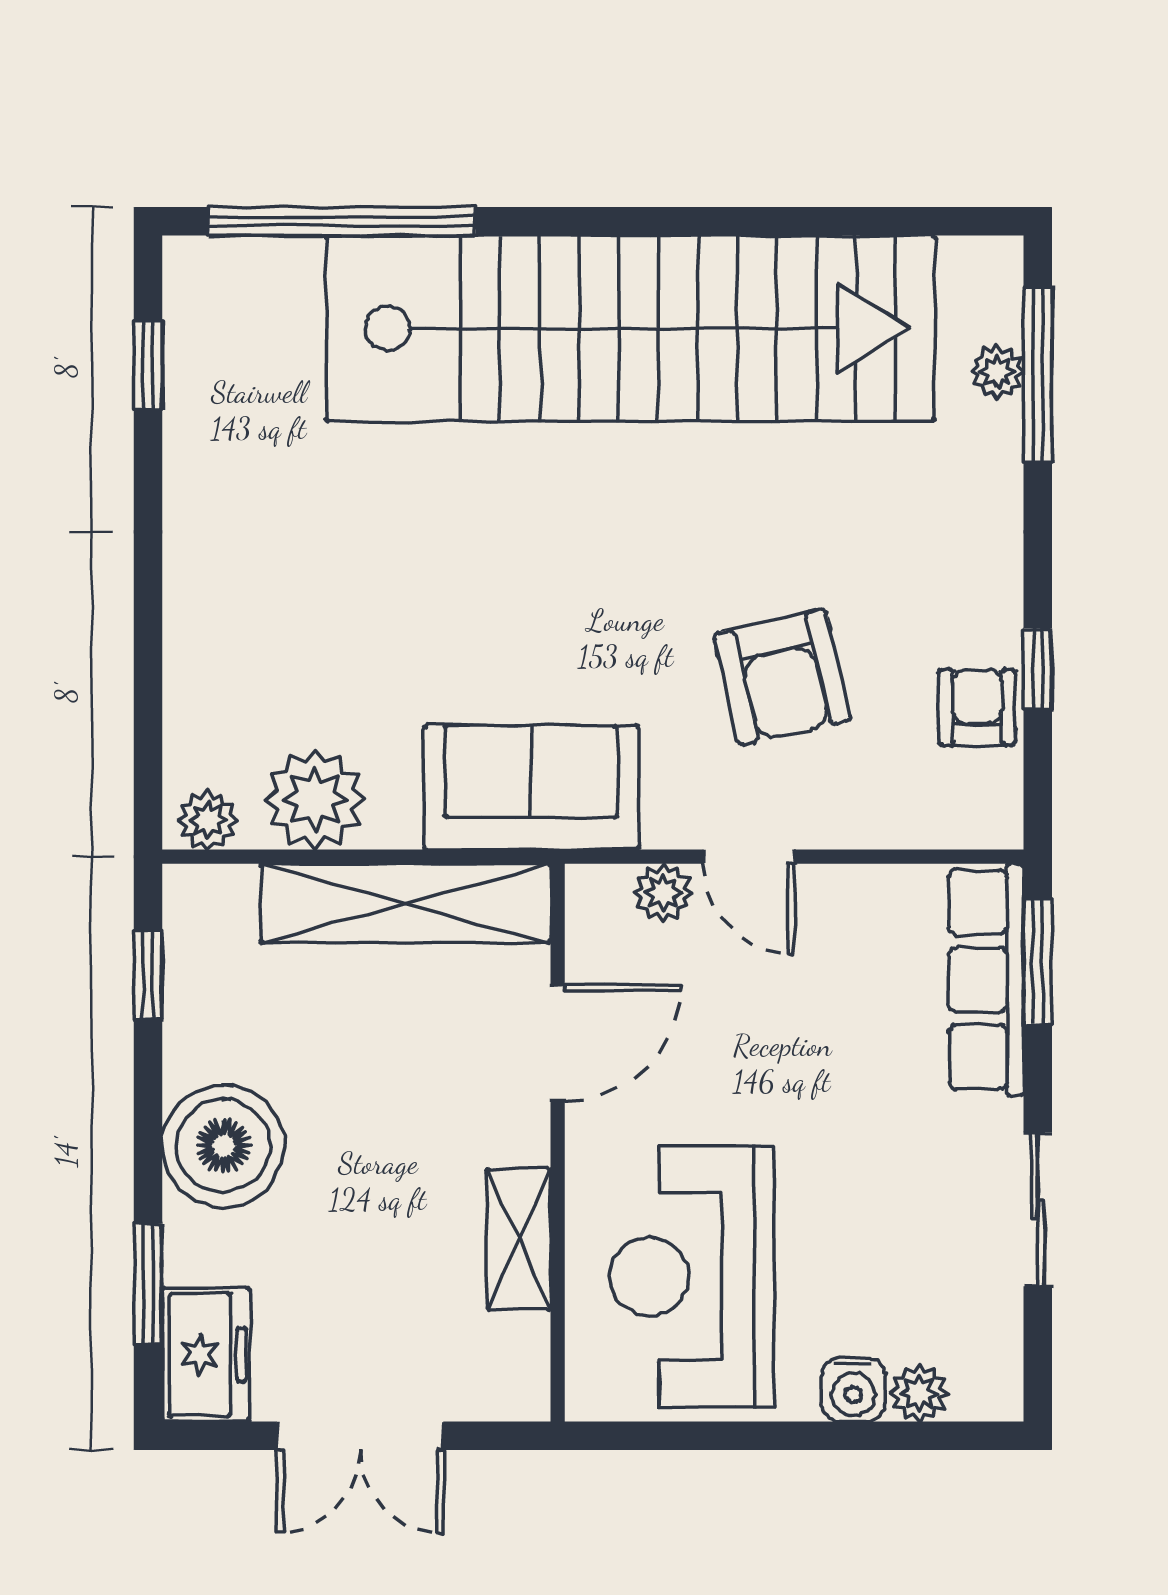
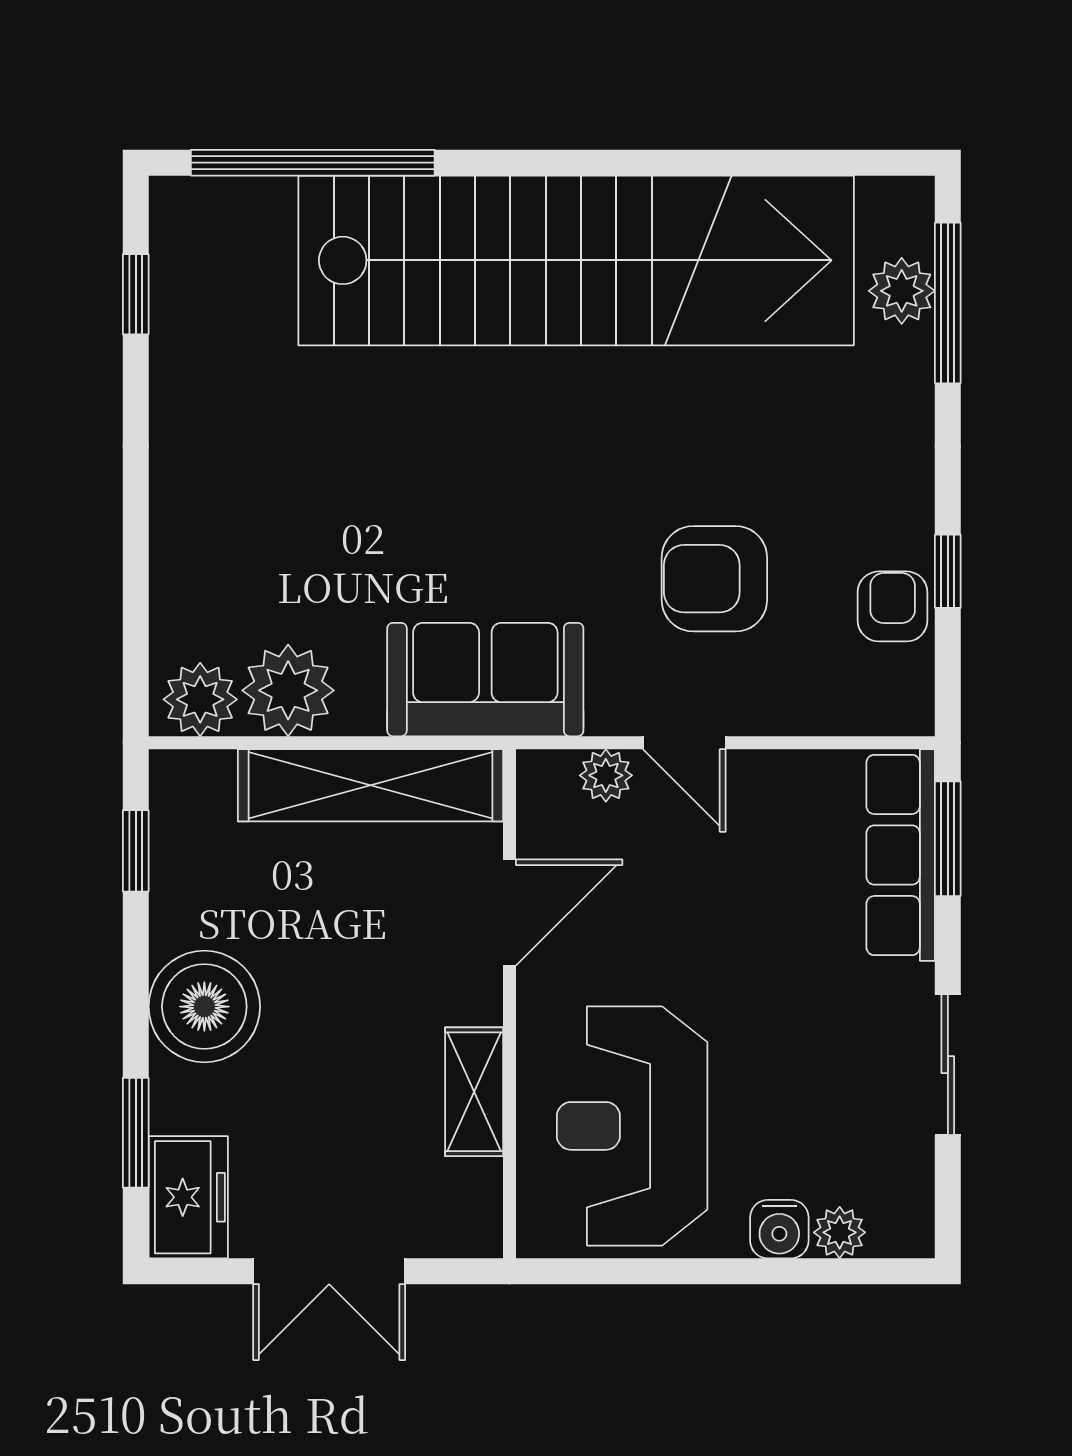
plant: (997, 372) -> (902, 291), width x1.38, depth x1.38
armchair: (782, 677) -> (714, 579), turned 103
plant: (208, 820) -> (200, 699), width x1.38, depth x1.38

